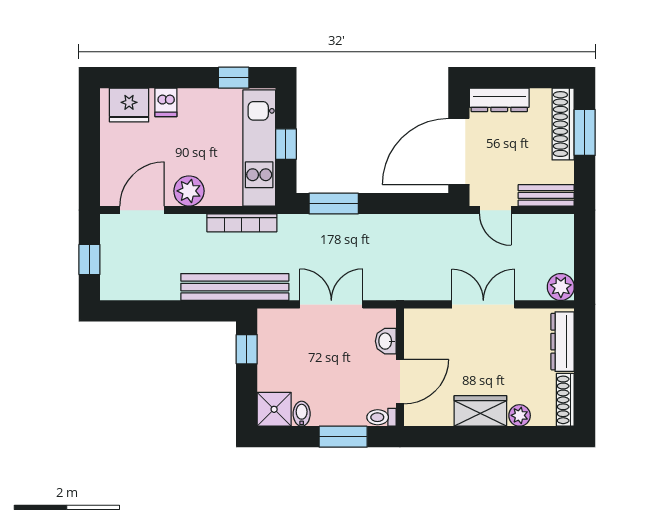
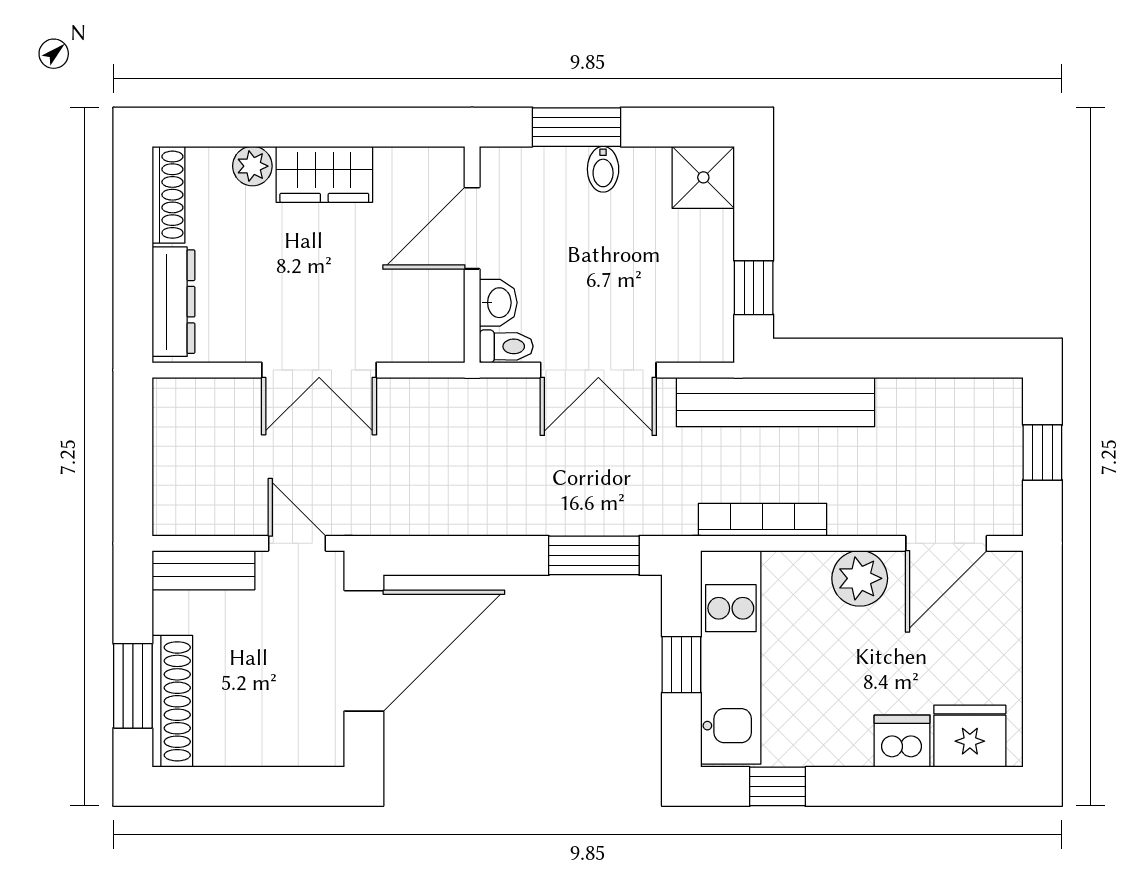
dresser: (499, 100) -> (290, 746), removed
dishwasher: (166, 102) -> (902, 741), width x1.38
plant: (561, 287) -> (177, 402), removed
bidet: (302, 414) -> (603, 169), moved
toilet: (381, 417) -> (506, 346), moved

